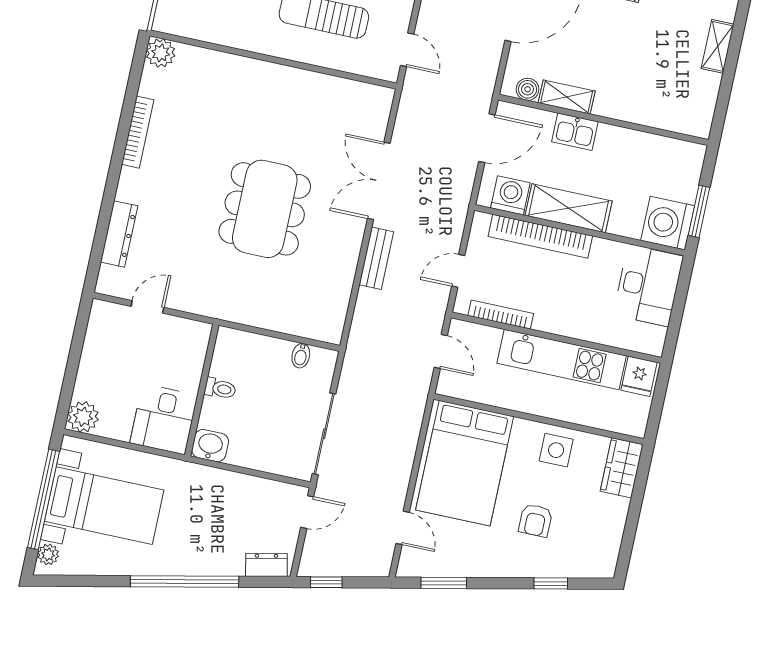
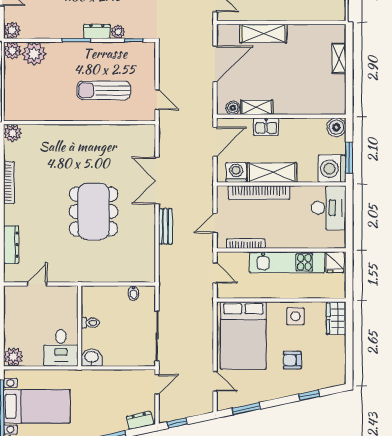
boiler: (689, 157) -> (336, 127), added
armchair: (535, 520) -> (292, 360), turned 90

